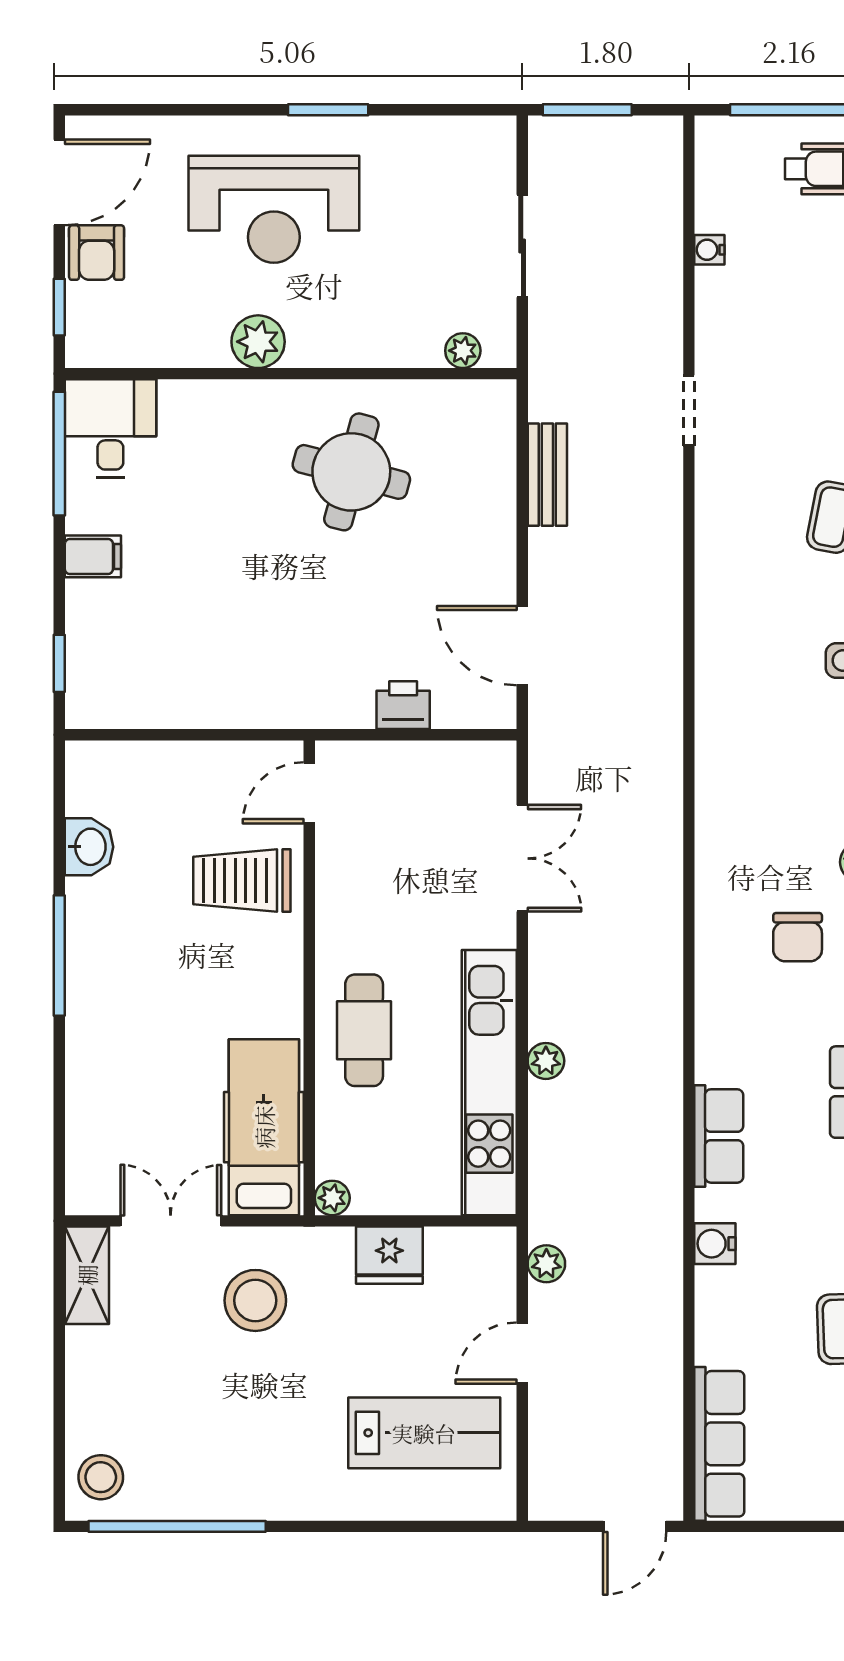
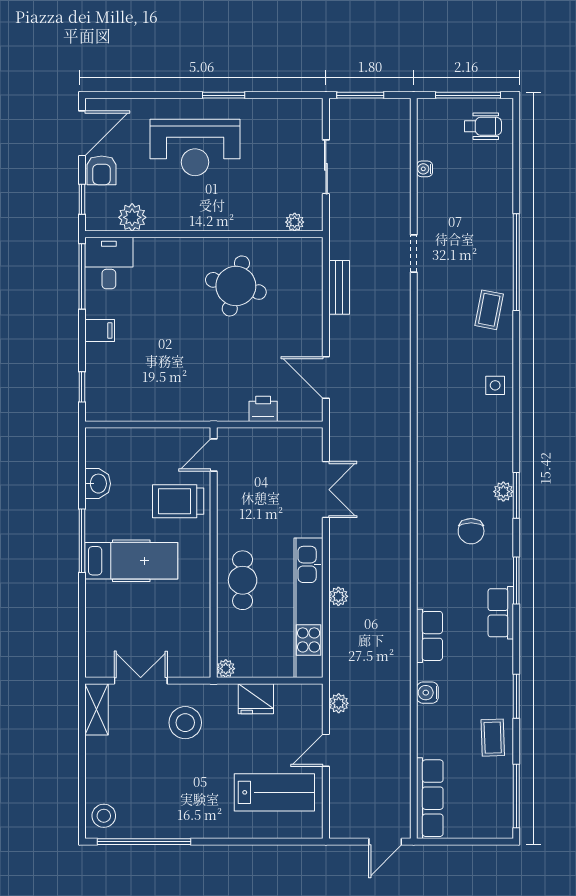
plant: (258, 342) -> (132, 217), moved
hospital bed: (264, 1127) -> (131, 561), moved, turned 90

